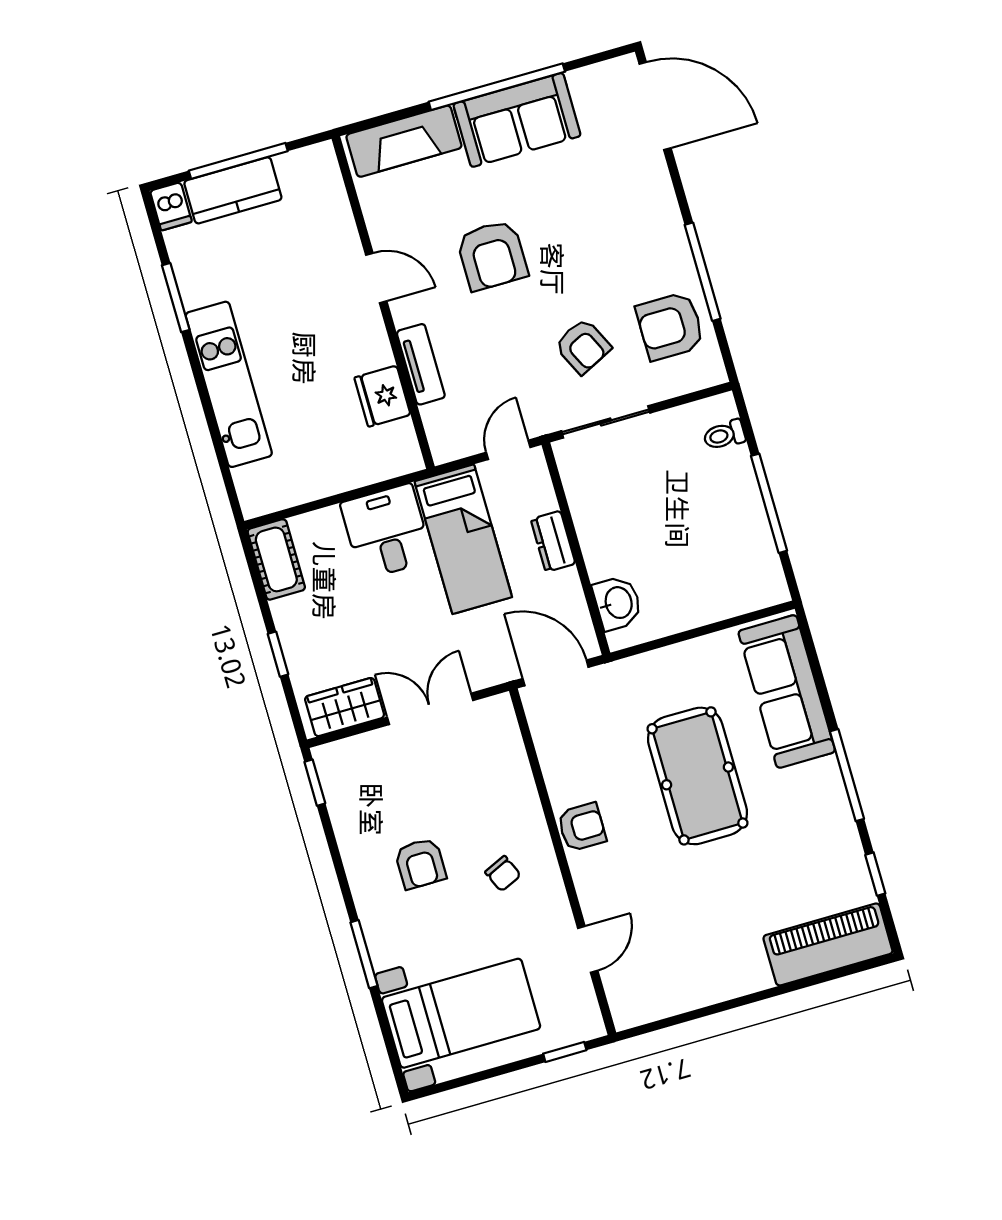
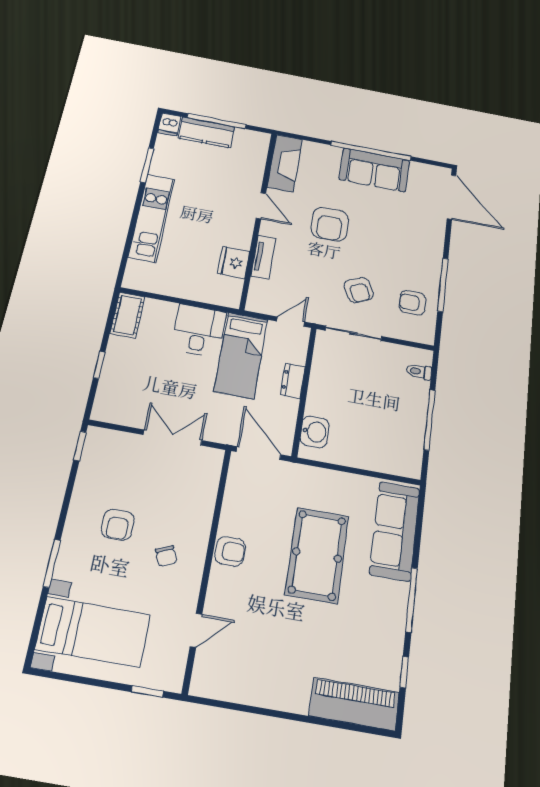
fireplace: (404, 141) -> (285, 163), moved, turned -90
armchair: (670, 326) -> (413, 303), width x0.72, depth x0.72
wardrobe: (345, 707) -> (122, 412), removed

